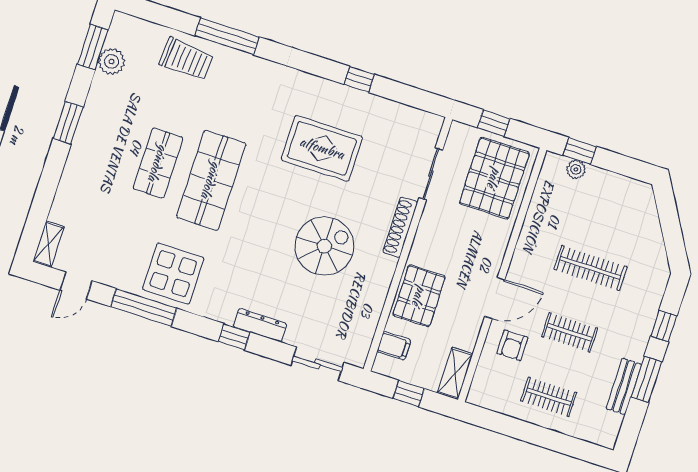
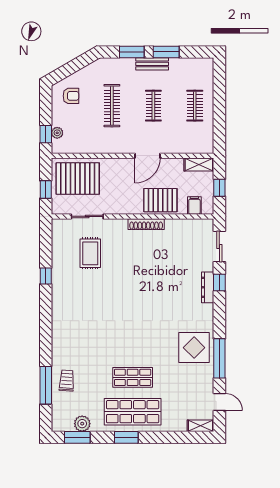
window: (227, 36) -> (46, 385), moved
trolley: (186, 59) -> (67, 381), width x0.73, depth x0.72
rug: (322, 148) -> (90, 253), moved, width x0.73, depth x0.70
shop shelf: (211, 180) -> (133, 412), moved
shoe rack: (400, 227) -> (146, 224), moved
spiral stairs: (324, 246) -> (149, 265), removed
door: (495, 298) -> (147, 156), swing flipped
window: (664, 326) -> (132, 52), width x1.50
window: (234, 337) -> (219, 282), moved
armchair: (512, 345) -> (71, 96), moved
bench: (624, 386) -> (152, 64), moved

